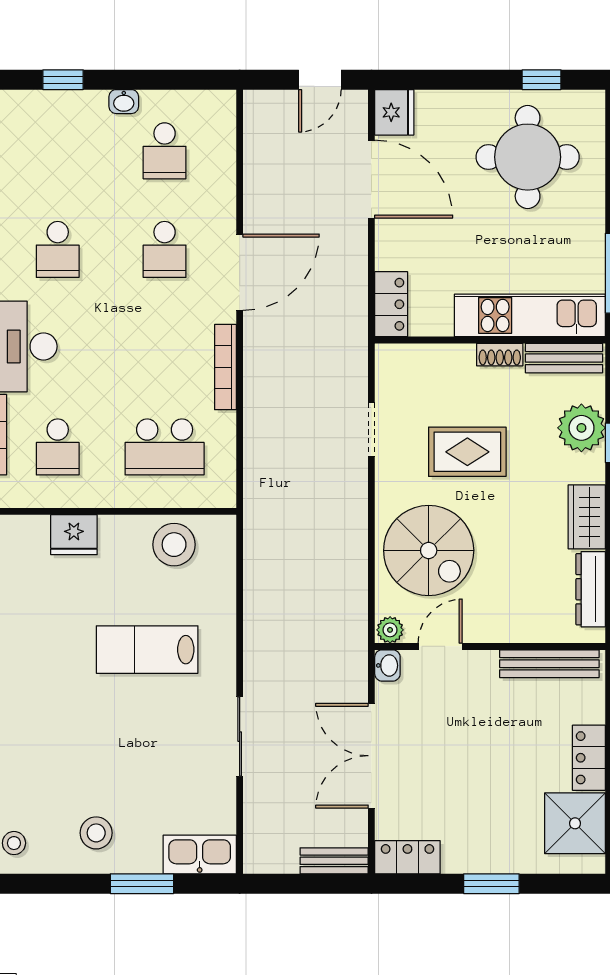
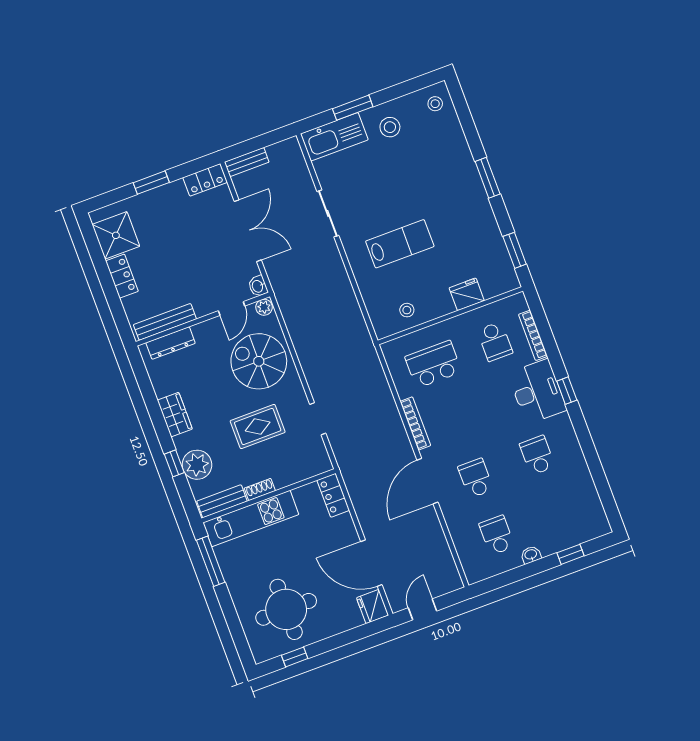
school desk: (58, 447) -> (495, 341), turned 180
stool: (174, 545) -> (407, 310), width x0.53, depth x0.53
dresser: (591, 589) -> (171, 343), moved, turned 90
kitchen sink: (200, 854) -> (334, 137), width x1.36, depth x1.24

